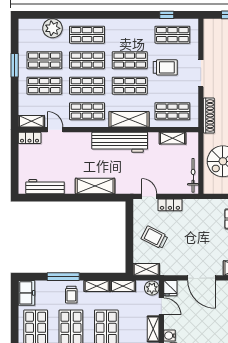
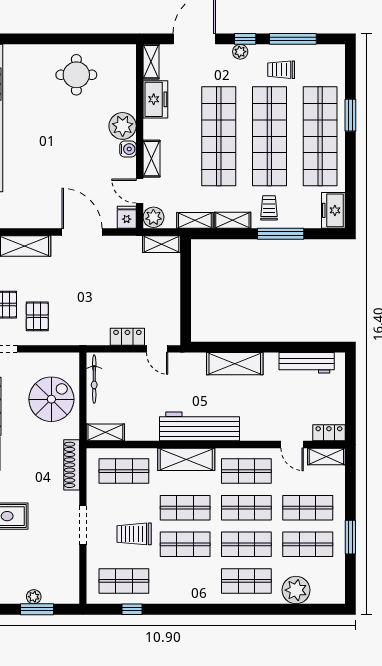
shelving: (173, 138) -> (105, 432), moved
trolley: (154, 237) -> (150, 290), removed

